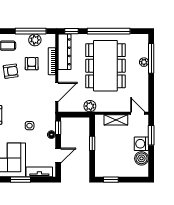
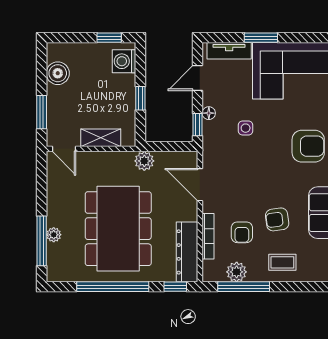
door: (57, 92) -> (200, 185), hinge flipped
washing machine: (141, 144) -> (124, 61), moved, turned 180

